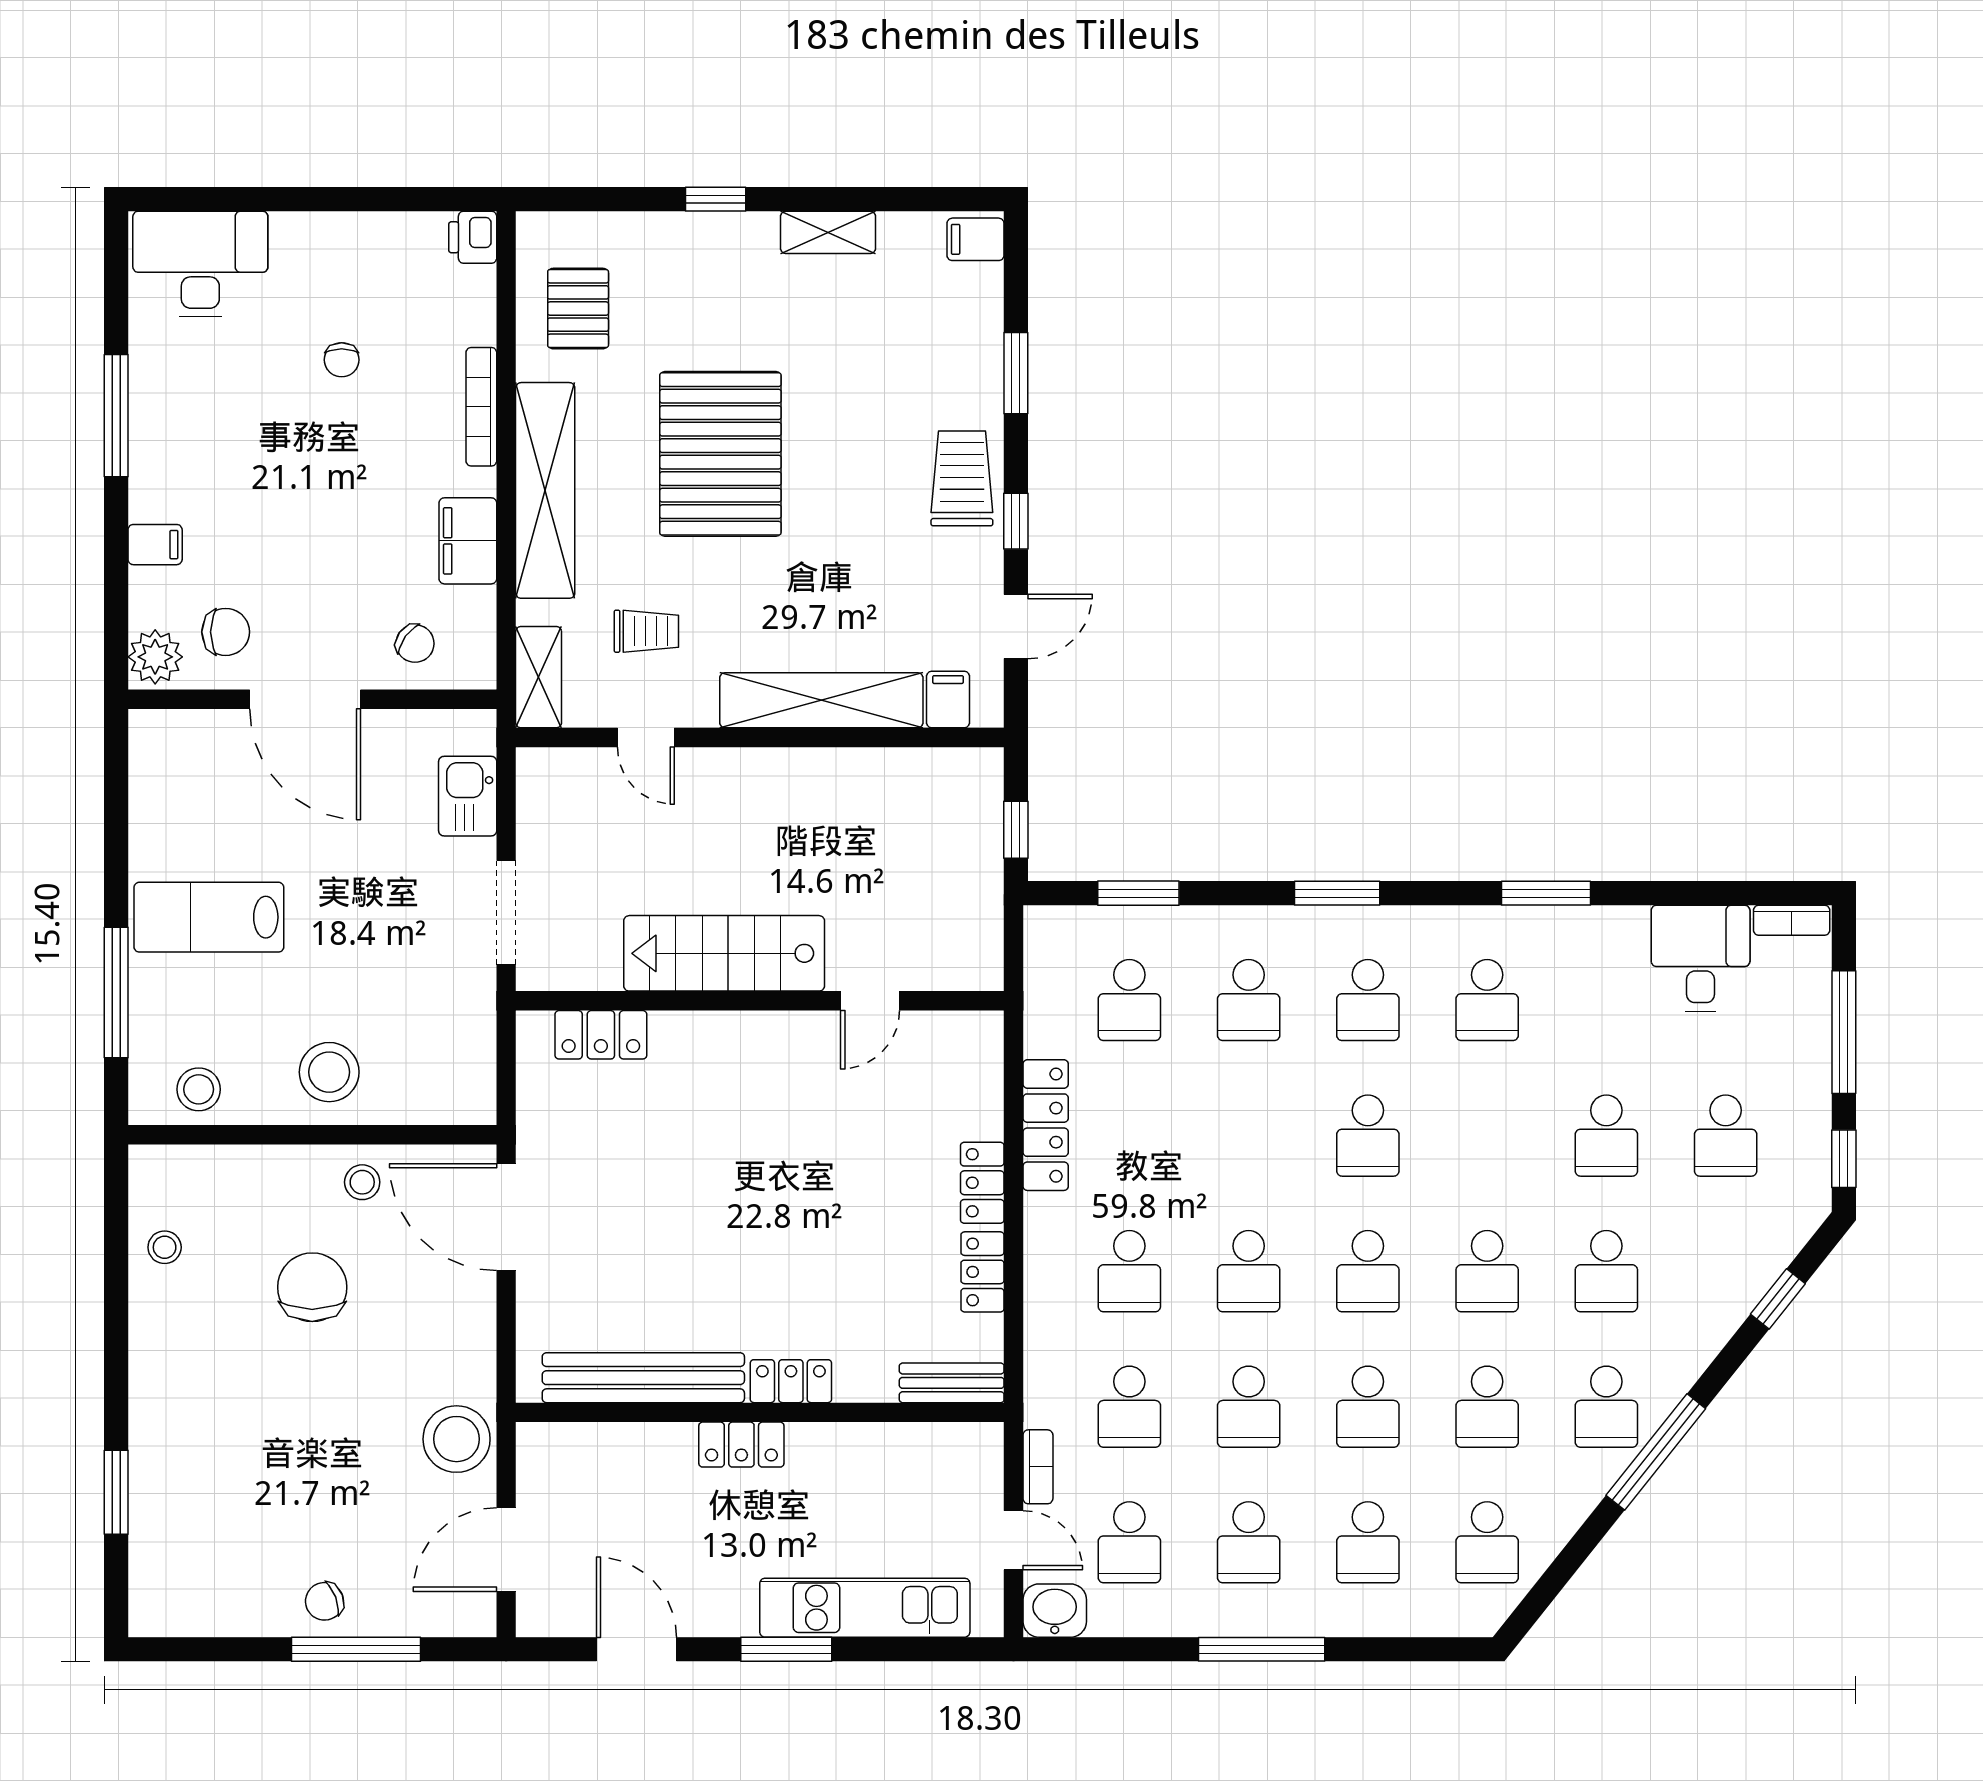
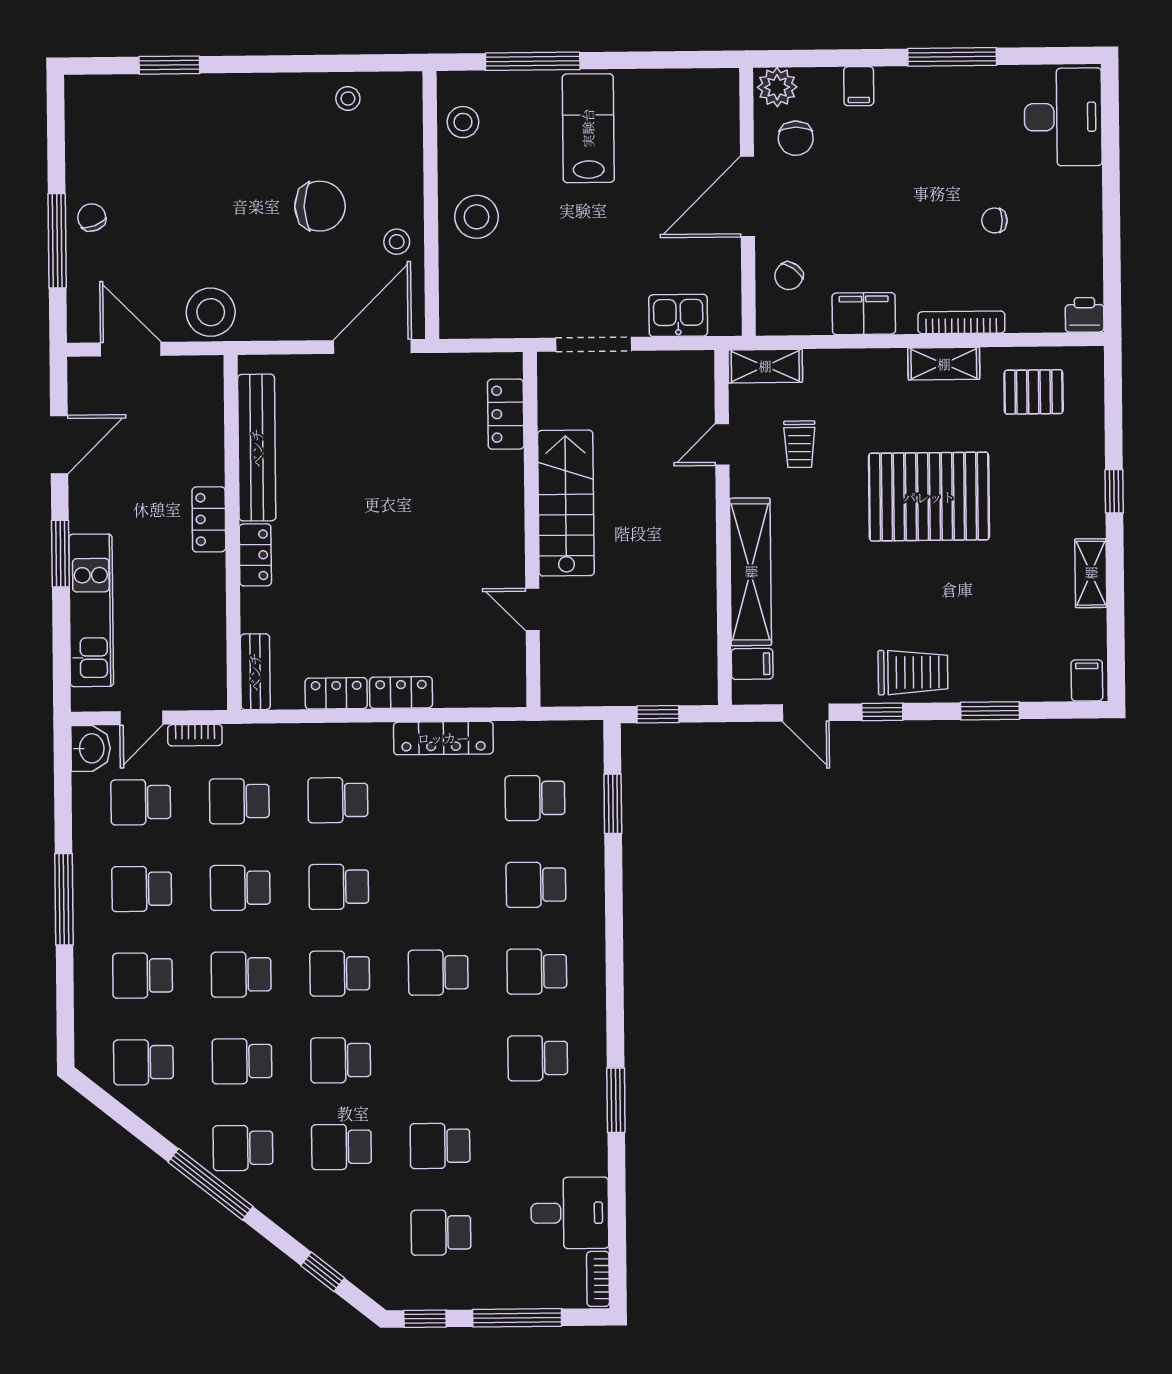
shelving: (545, 490) -> (944, 364), width x0.45, depth x0.75
window: (1337, 893) -> (614, 948), removed

